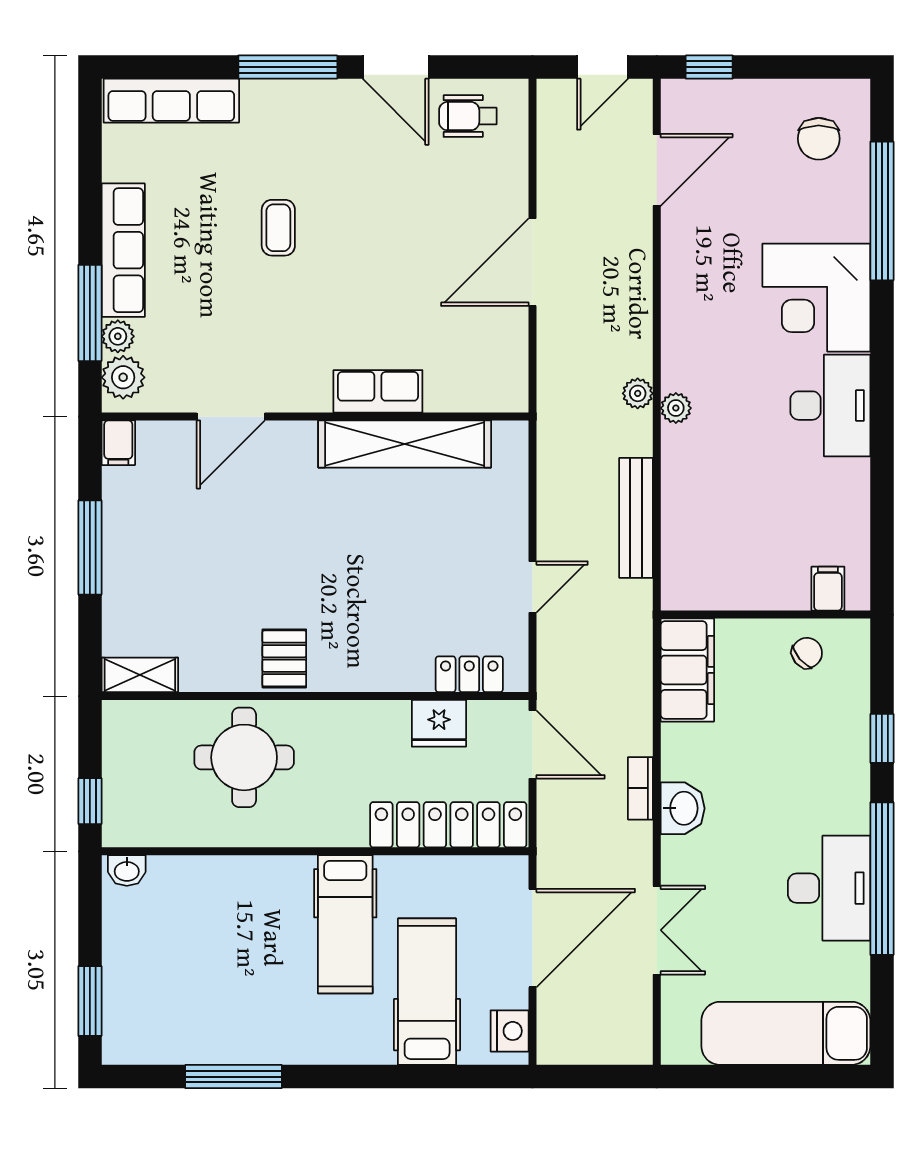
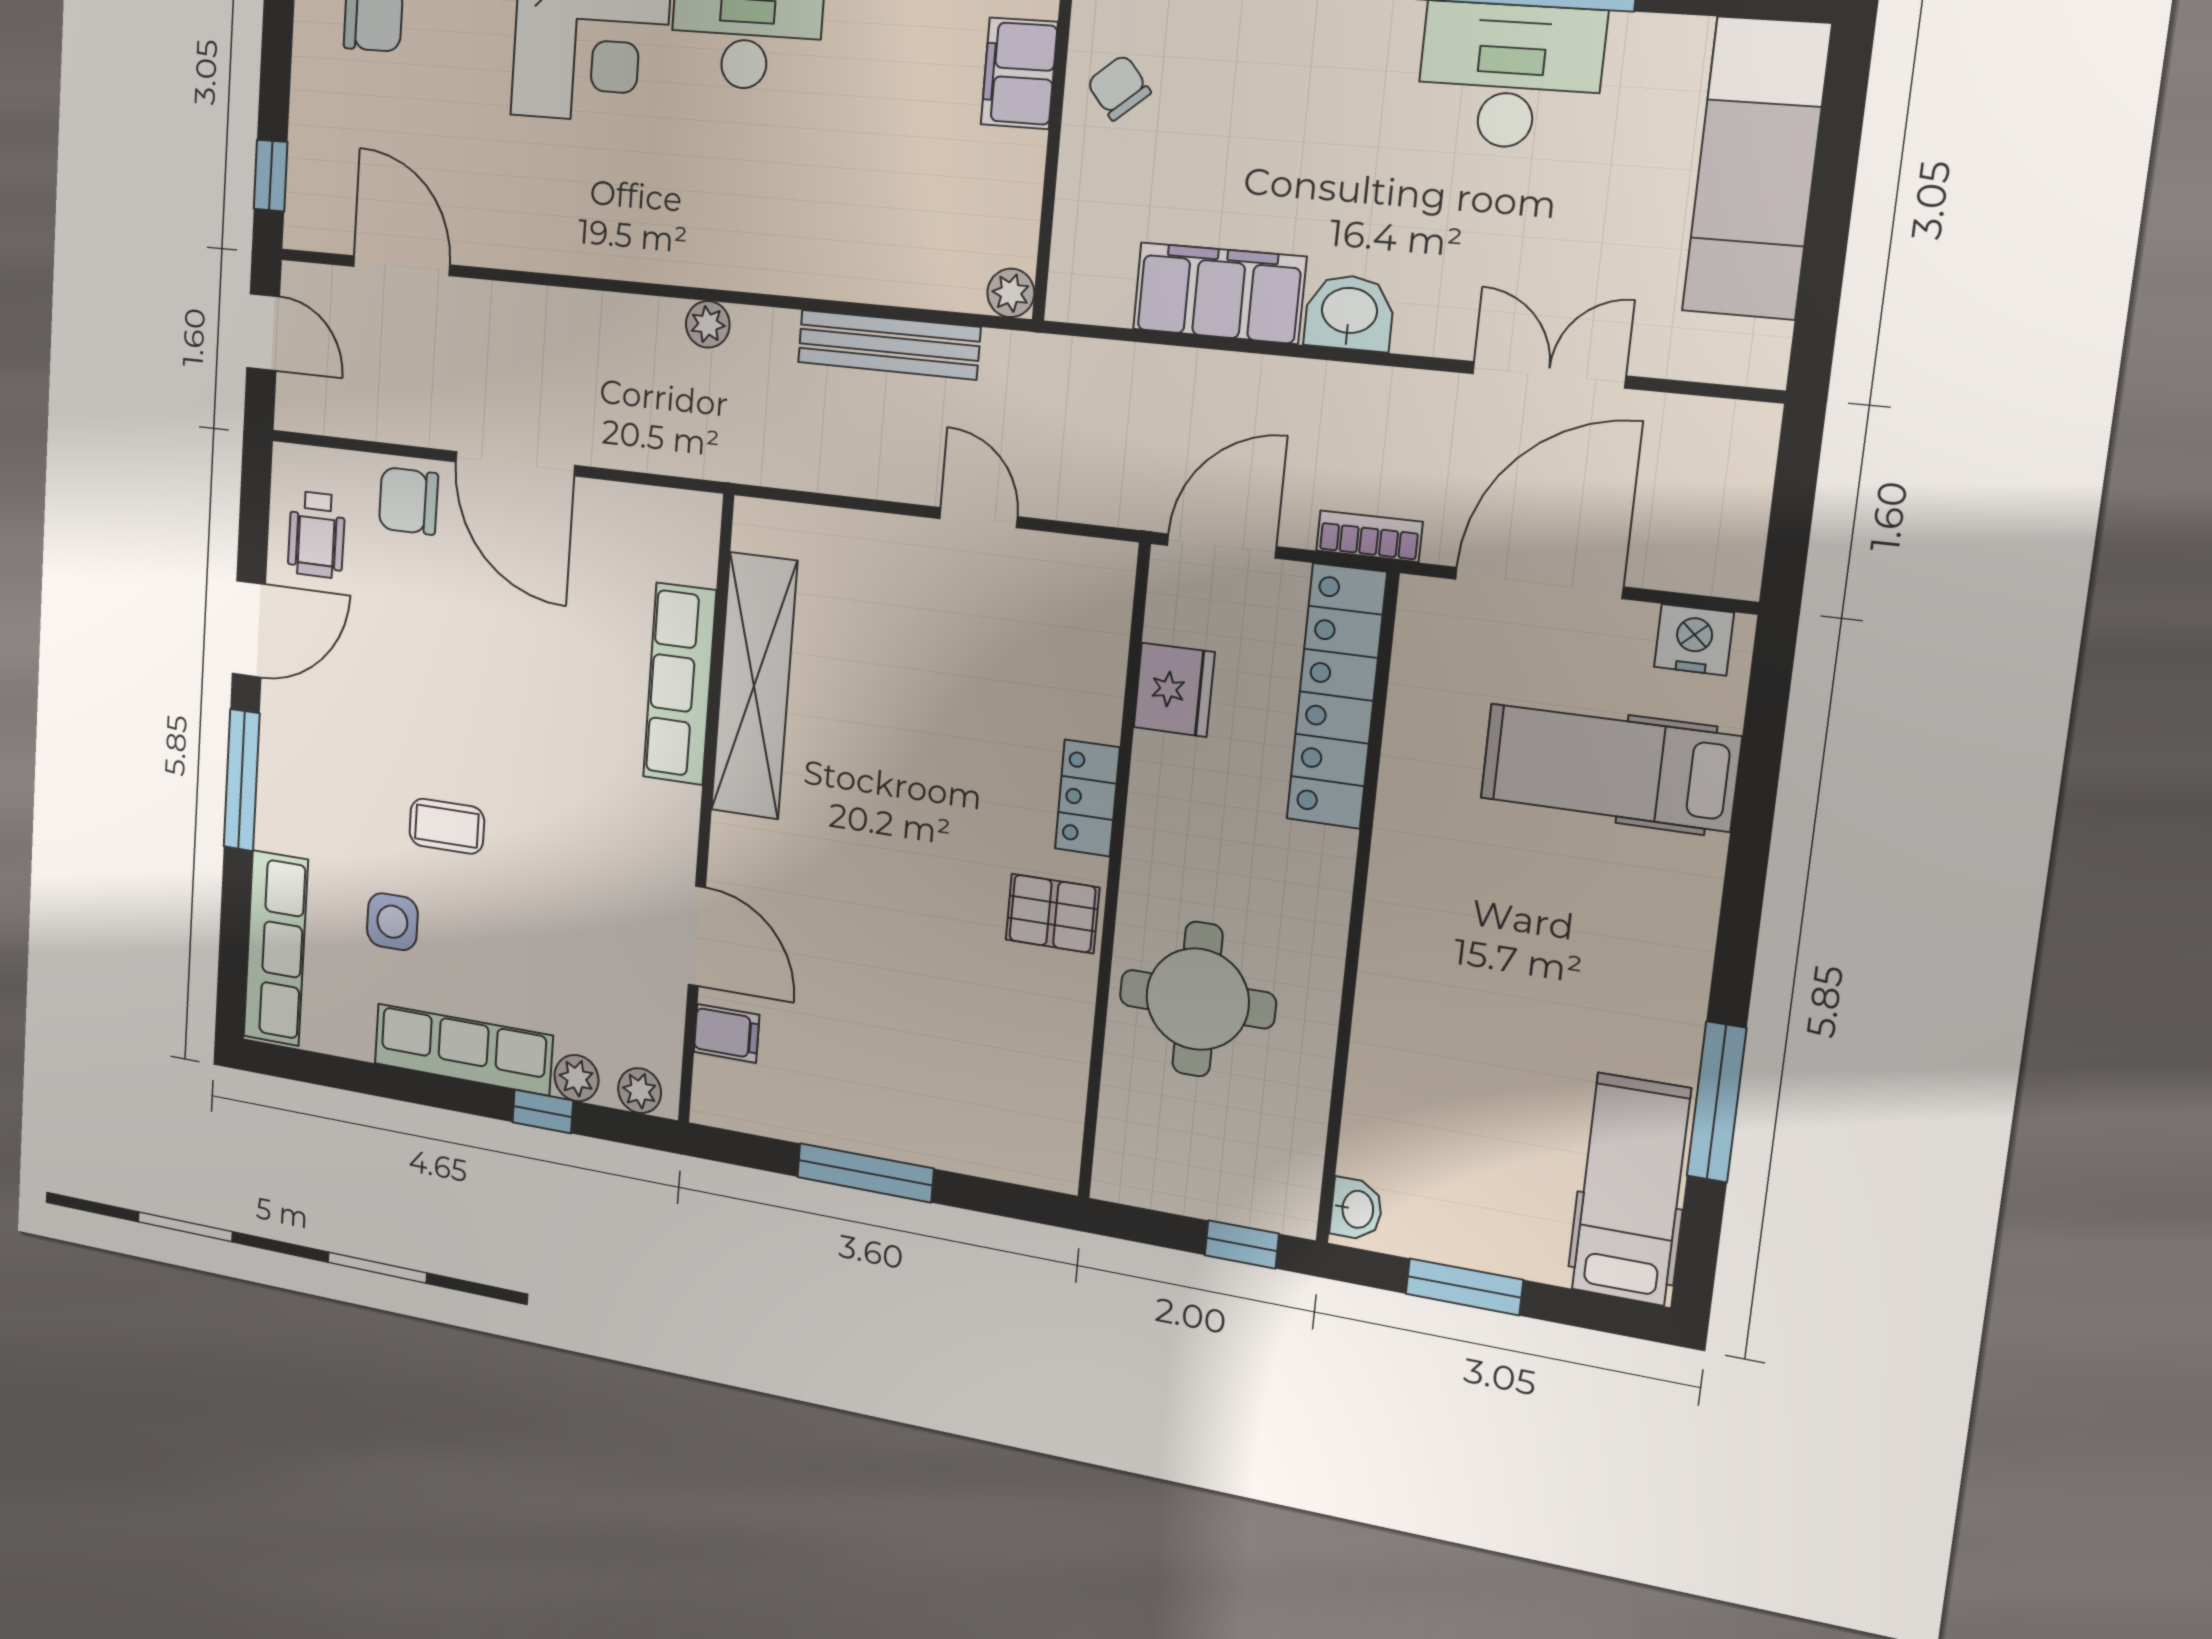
chair: (499, 185) -> (408, 501), added
side table: (205, 190) -> (392, 922), added
window: (90, 313) -> (543, 1111), width x0.46
plant: (123, 377) -> (640, 1091), width x0.73, depth x0.73
row of seats: (378, 391) -> (680, 684), width x1.48
plant: (676, 408) -> (1011, 293), moved
filing cabinet: (118, 443) -> (727, 1033), moved
filing cabinet: (828, 589) -> (1019, 73), width x2.00
filing cabinet: (687, 670) -> (1219, 293), moved
locker: (469, 674) -> (1087, 798), moved
shelving: (140, 675) -> (1057, 1134), removed
bookcase: (640, 788) -> (1369, 536), moved, turned 180
hospital bed: (345, 924) -> (1631, 1189), moved, turned -90
door: (533, 938) -> (1539, 583), hinge flipped
window: (90, 1001) -> (1464, 1287), moved

